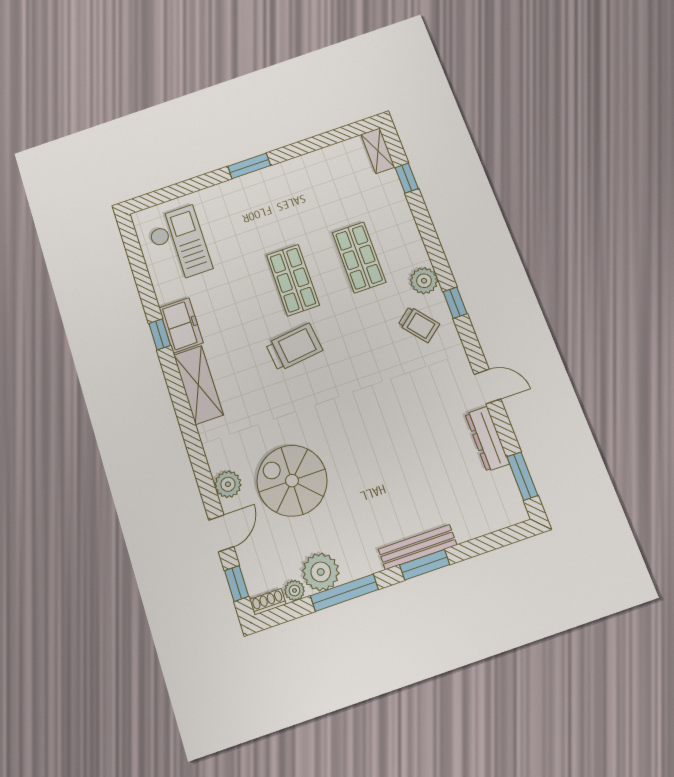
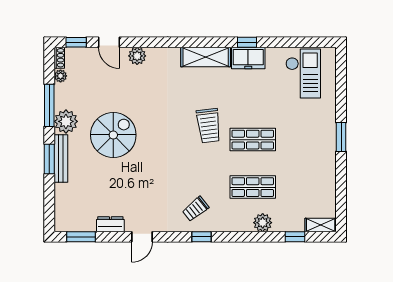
checkout: (179, 244) -> (303, 73), turned -90
plant: (424, 281) -> (263, 223), moved
dresser: (487, 439) -> (110, 224), width x0.70
spiral stairs: (292, 481) -> (113, 135), moved
plant: (321, 572) -> (66, 121), moved

